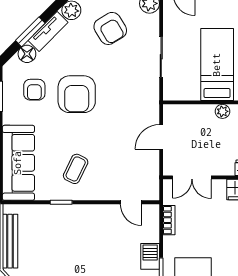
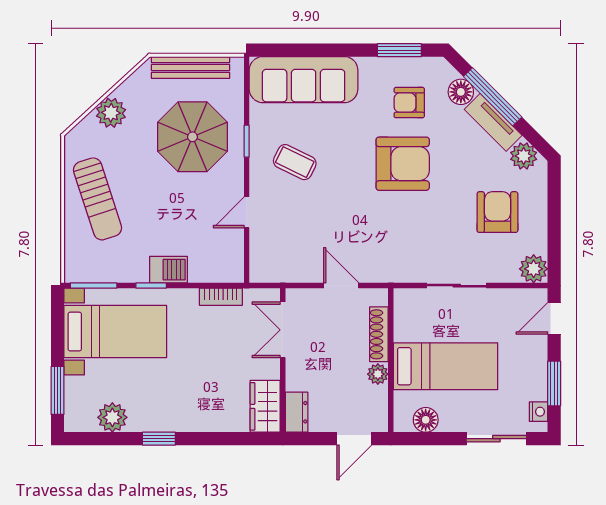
armchair: (110, 28) -> (497, 212), turned 121
window: (30, 32) -> (493, 97), width x1.44
armchair: (77, 94) -> (403, 164), turned 180
shoe rack: (195, 111) -> (379, 334), added
door: (131, 202) -> (247, 212), moved
parasol: (58, 240) -> (192, 137), added

